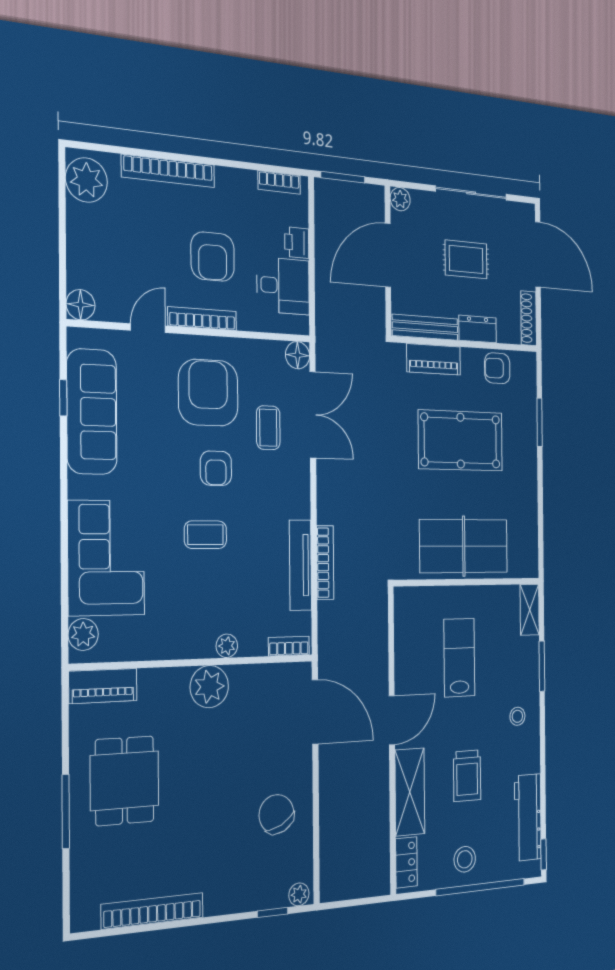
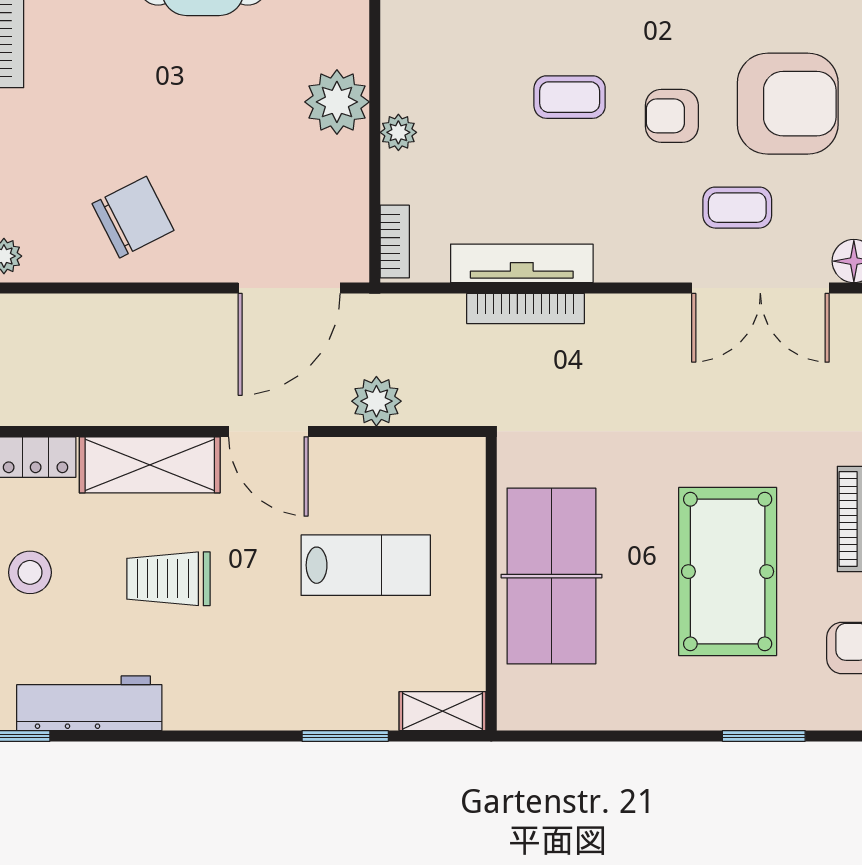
coffee table: (205, 535) -> (570, 97), turned 90
plant: (375, 654) -> (376, 401), added
stool: (517, 716) -> (262, 683), removed

